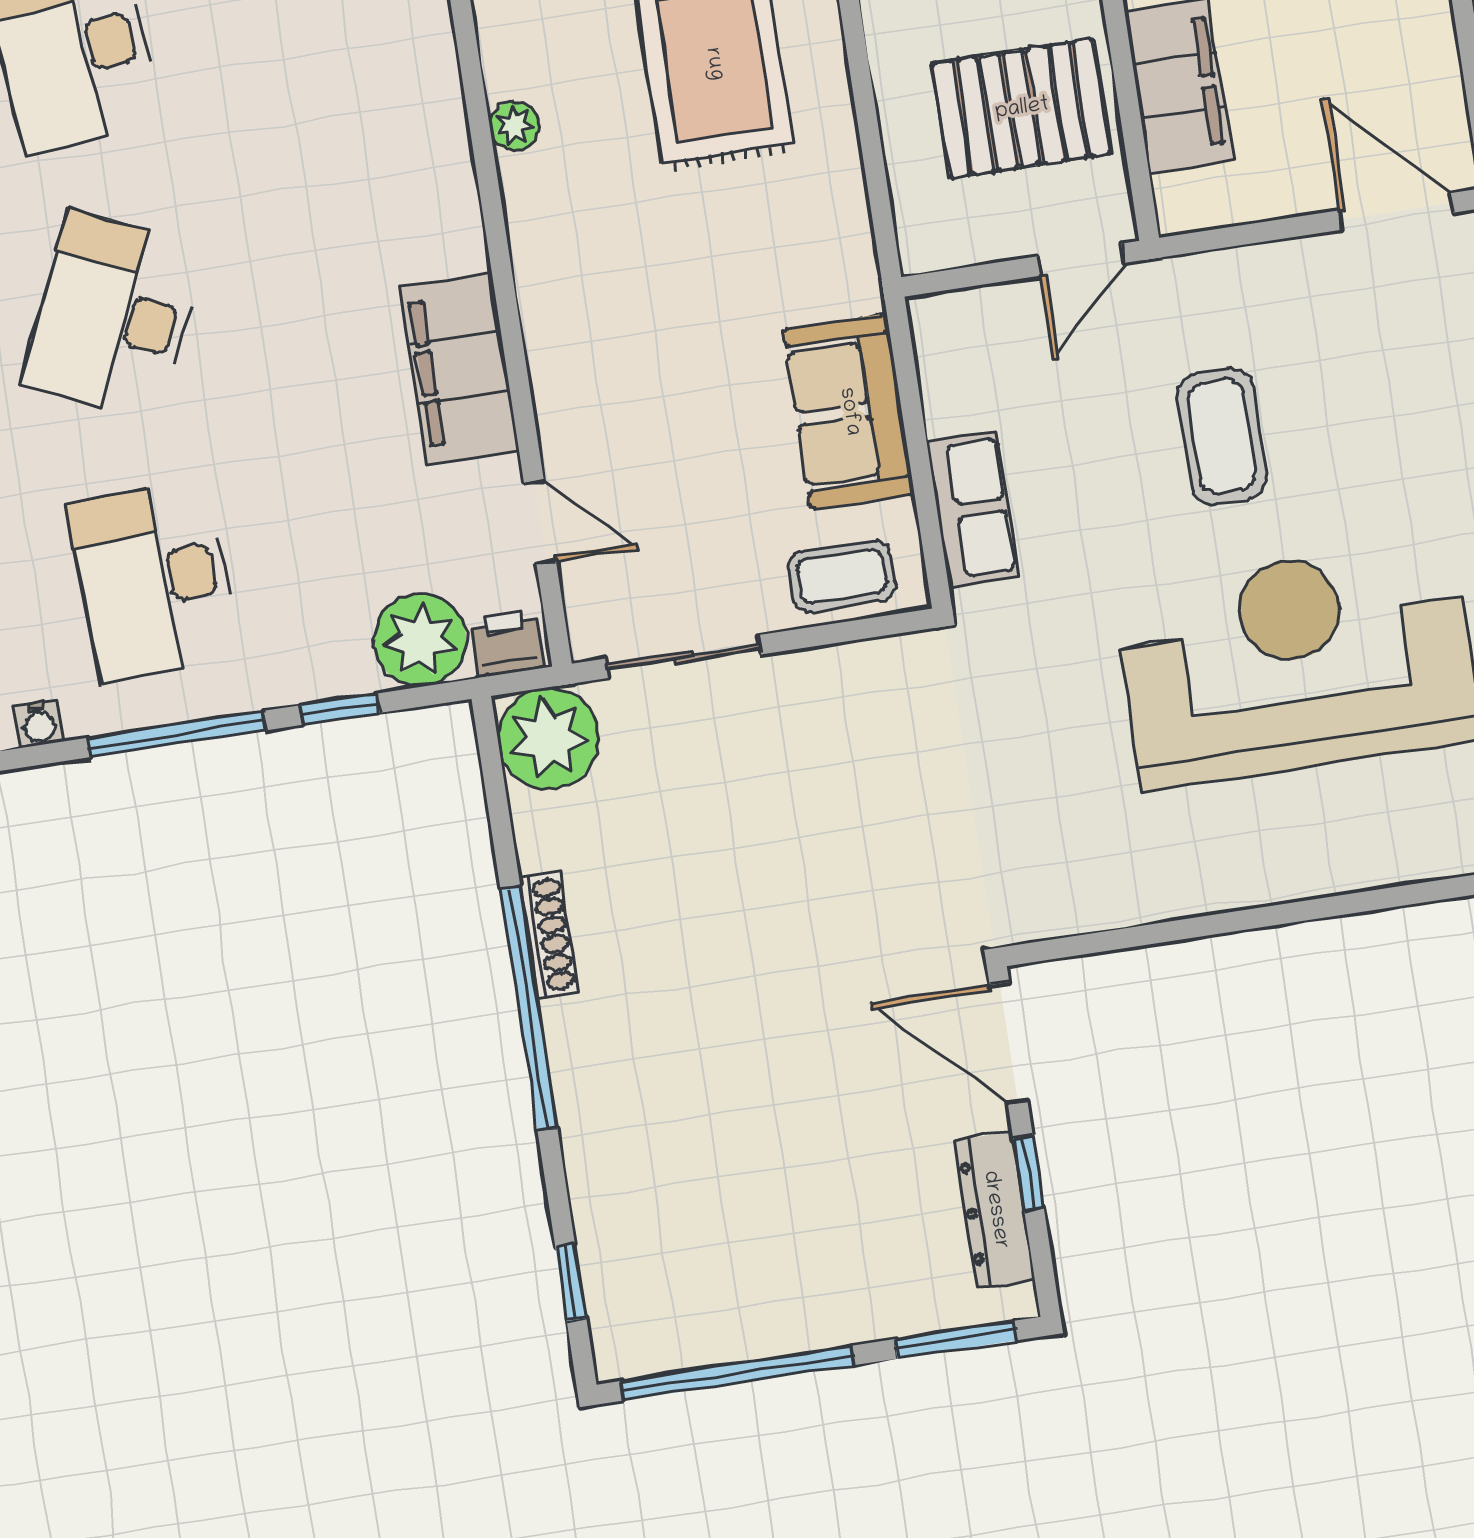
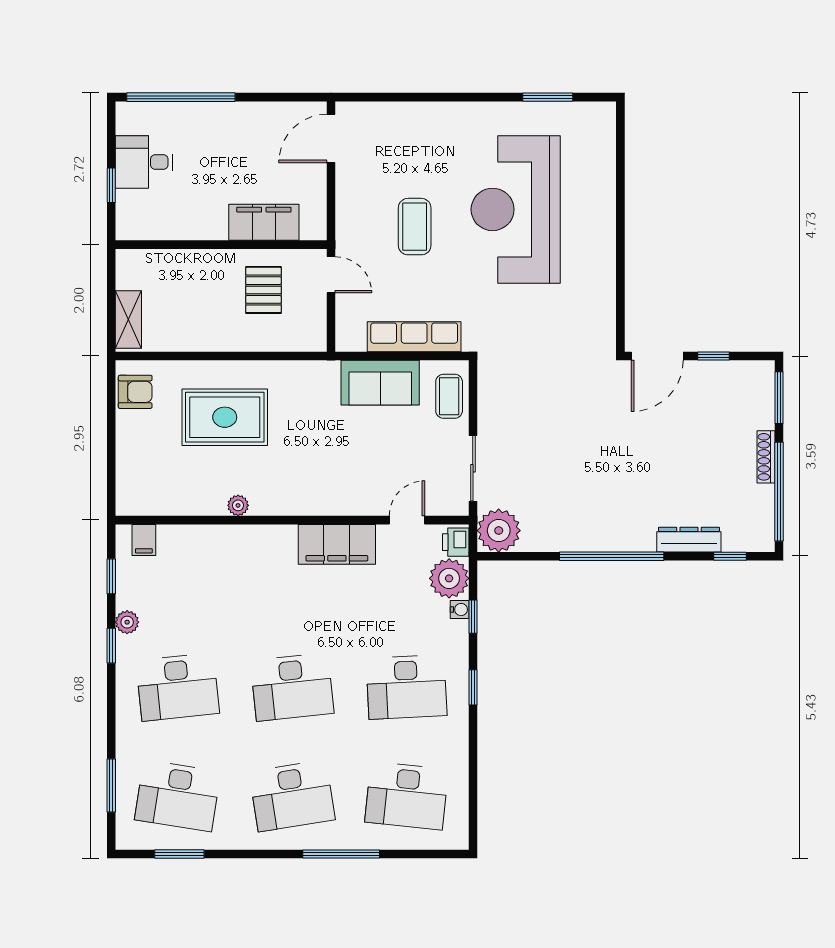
pallet: (1022, 109) -> (263, 290), width x0.67, depth x0.71
desk: (113, 315) -> (292, 687), turned -30
coffee table: (1222, 436) -> (415, 227), turned 90
row of seats: (972, 509) -> (414, 337), width x1.48
water cooler: (39, 723) -> (460, 610), moved
window: (177, 734) -> (473, 687), width x0.46
shoe rack: (549, 935) -> (766, 457), moved, turned -90
dresser: (995, 1210) -> (689, 540), moved, turned 180

